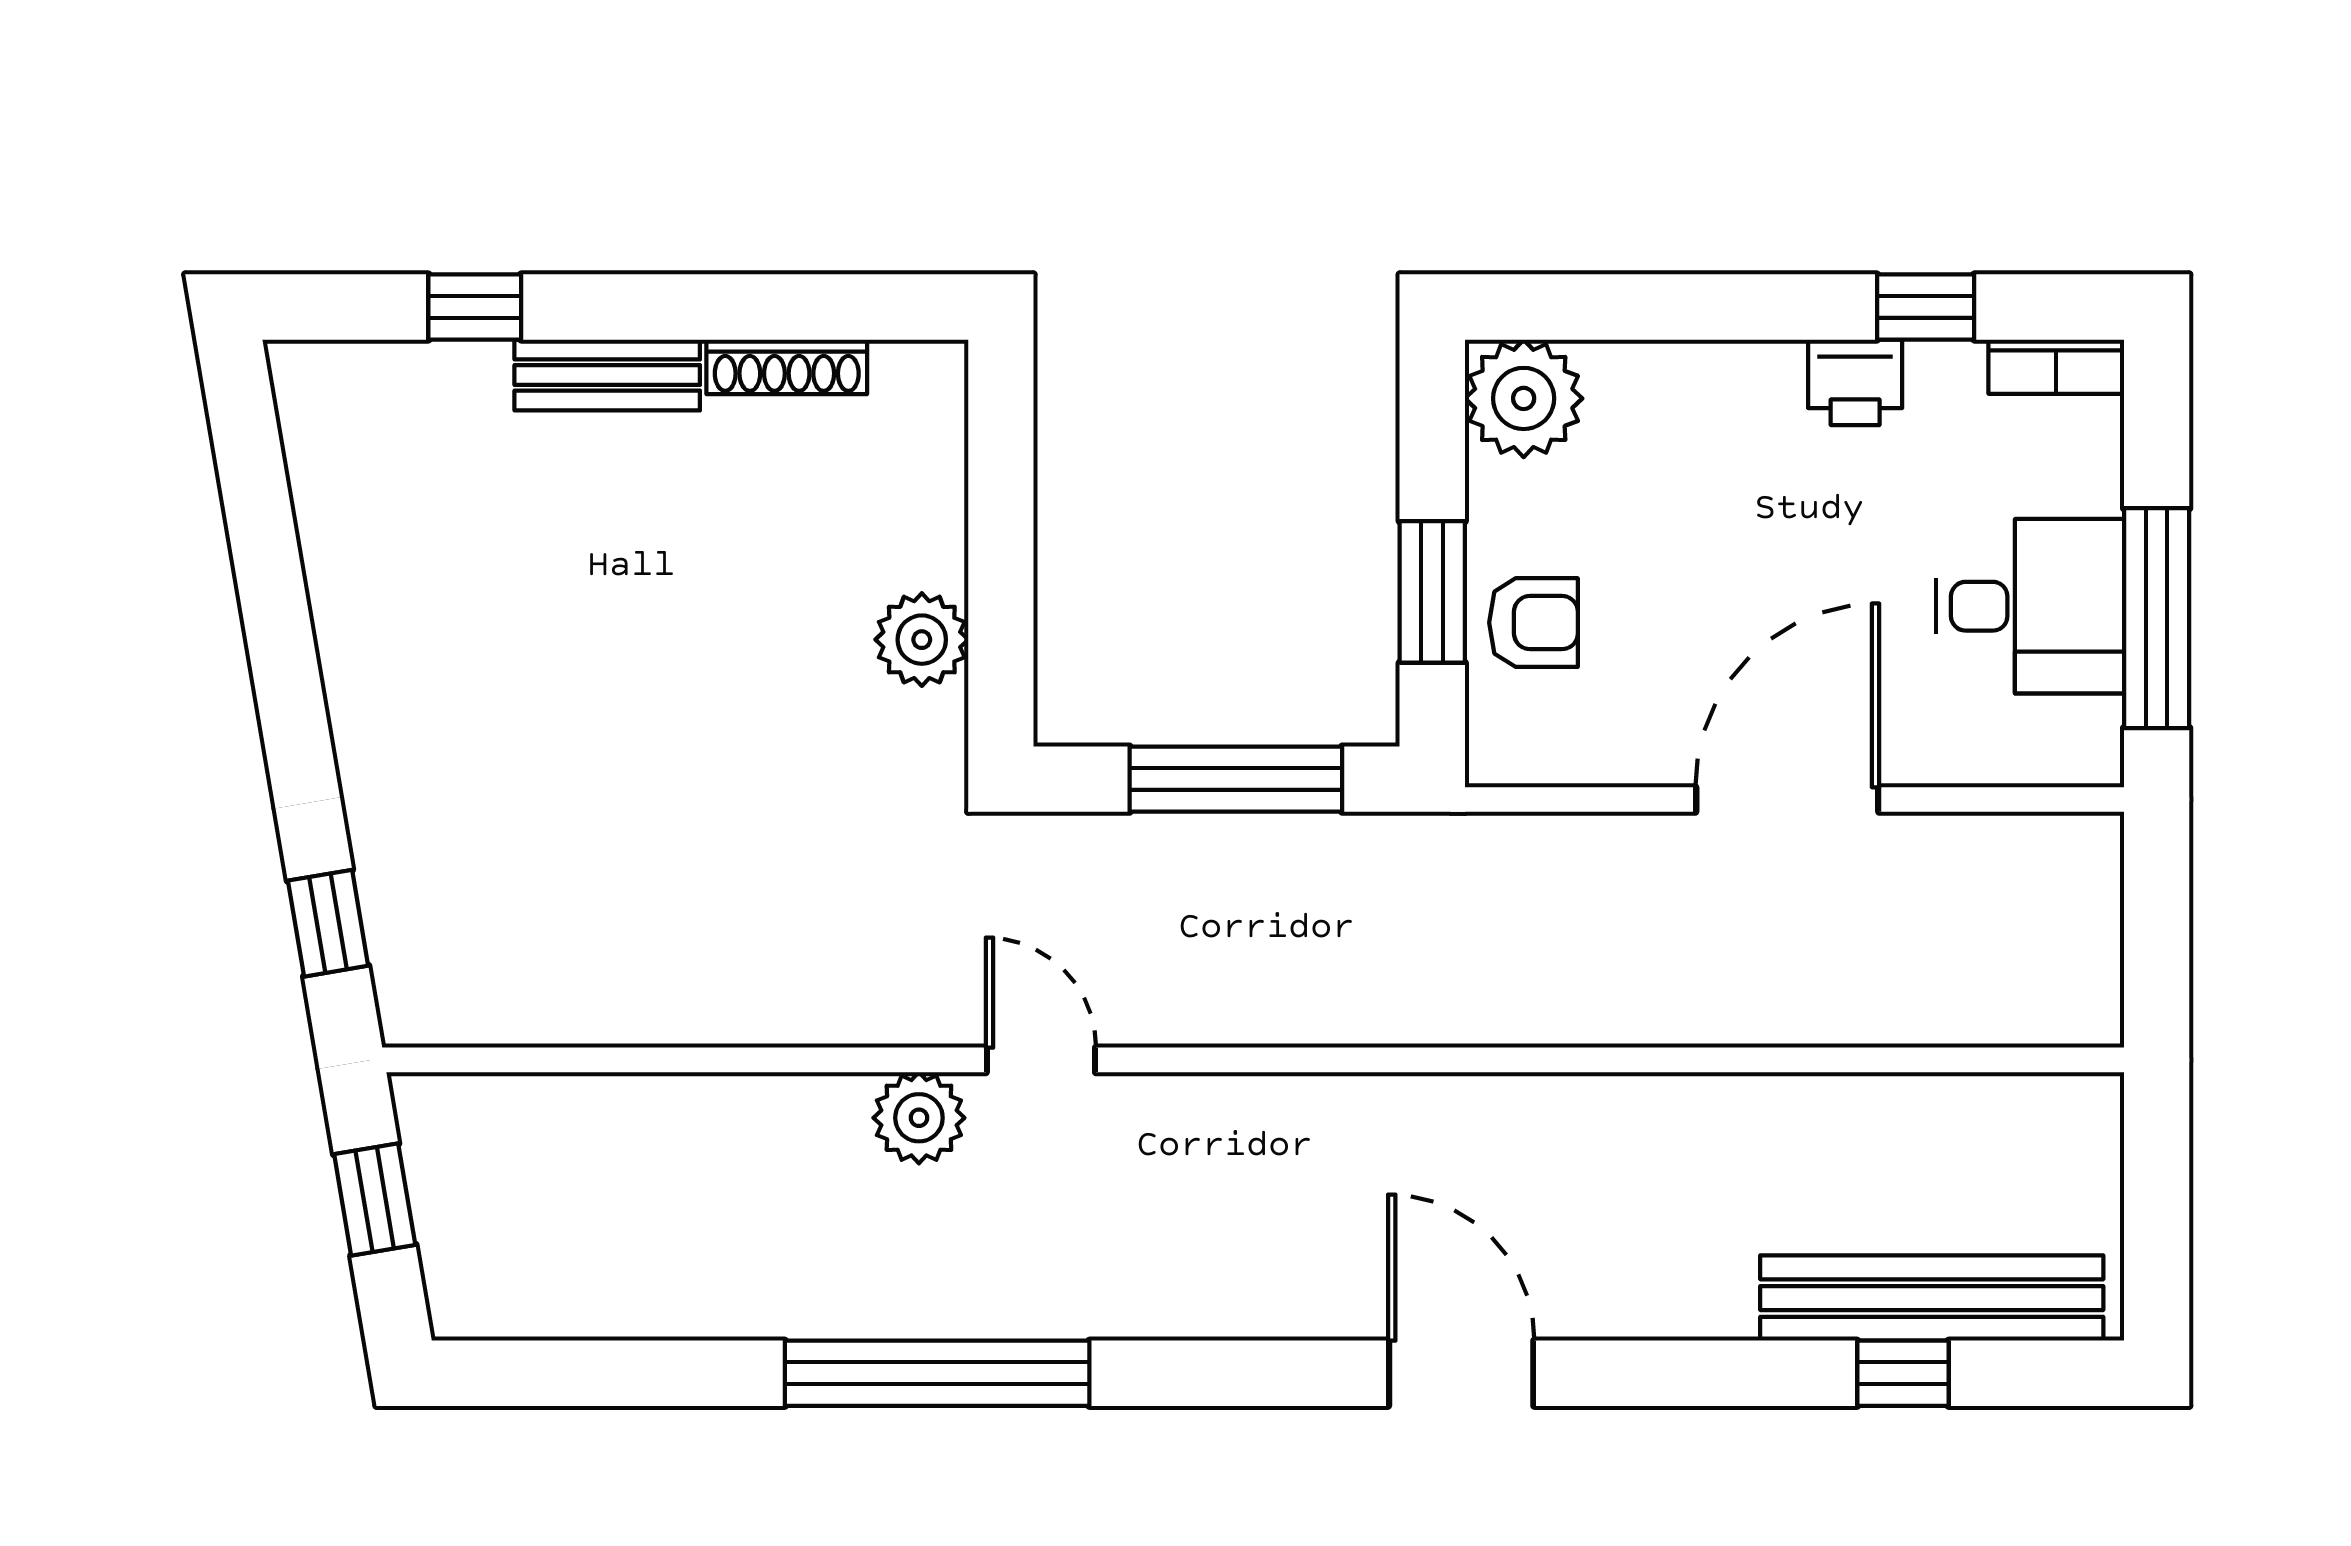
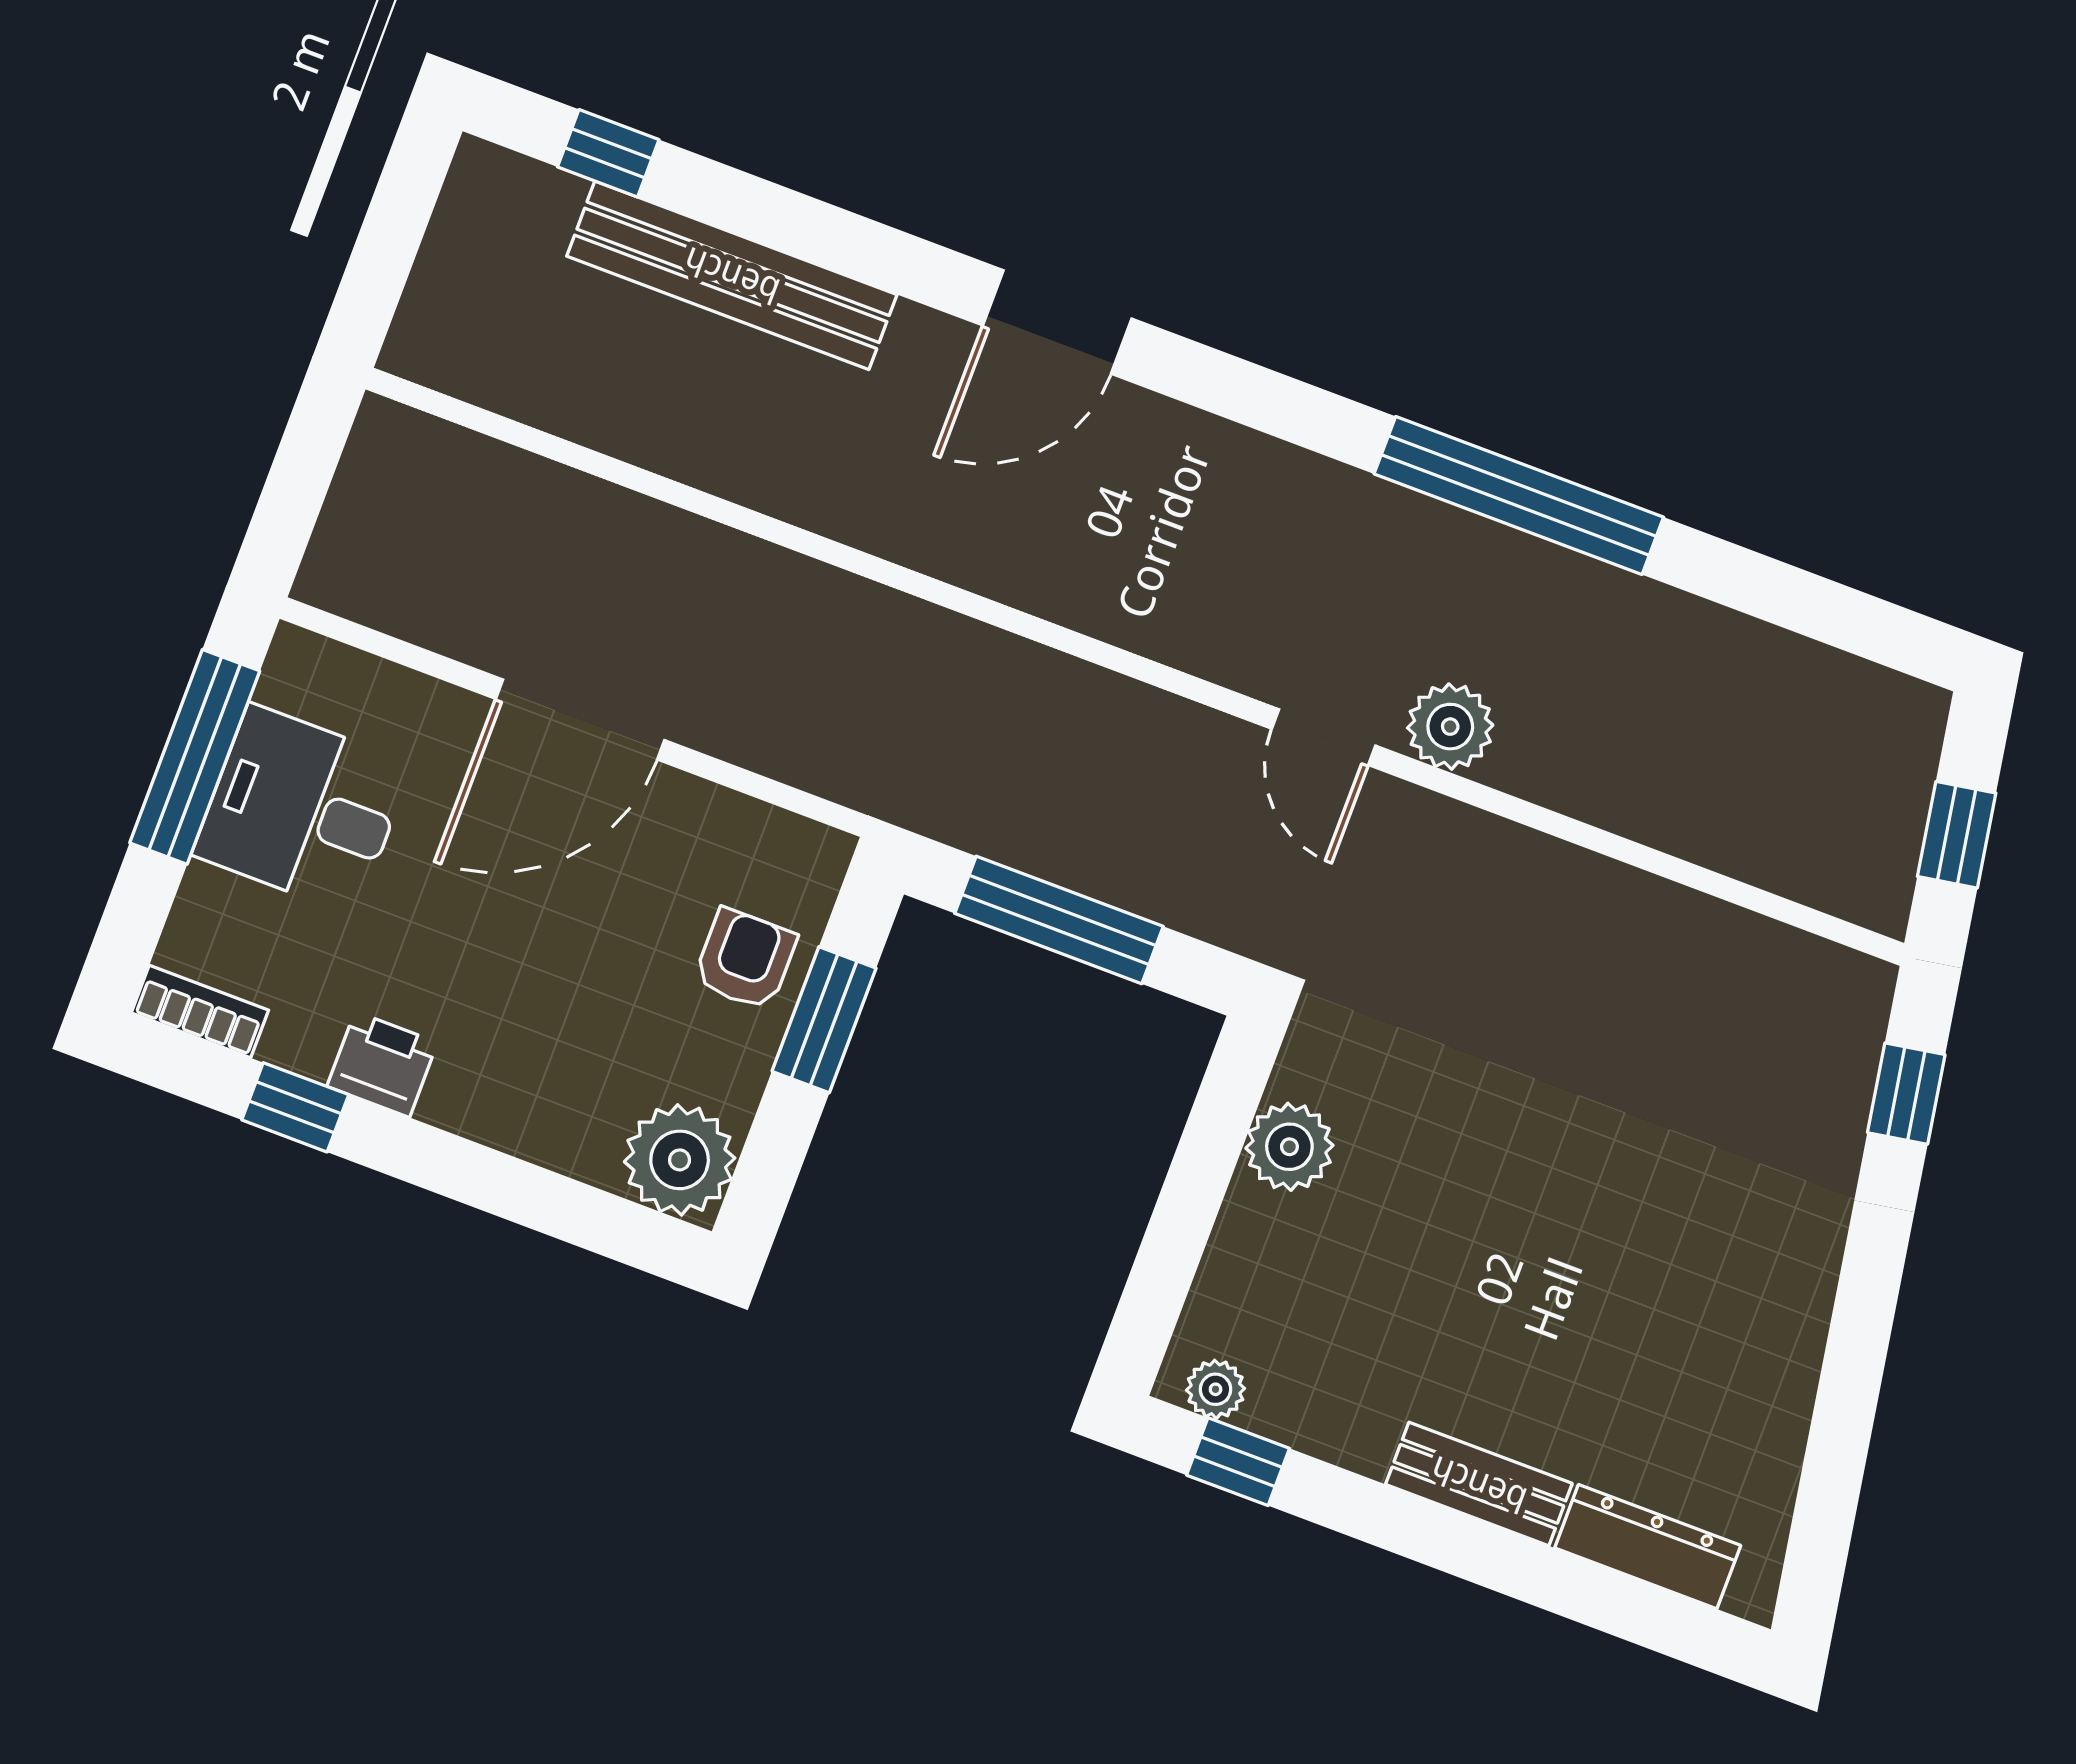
window: (475, 307) -> (1238, 1462), moved
shoe rack: (787, 367) -> (1318, 1432), removed
plant: (905, 371) -> (1216, 1389), added
dresser: (416, 376) -> (1648, 1547), added
armchair: (1533, 623) -> (745, 959), turned 90
bench: (1932, 1298) -> (732, 275), moved
door: (1461, 1373) -> (1057, 322), hinge flipped
window: (1903, 1373) -> (608, 153), moved

